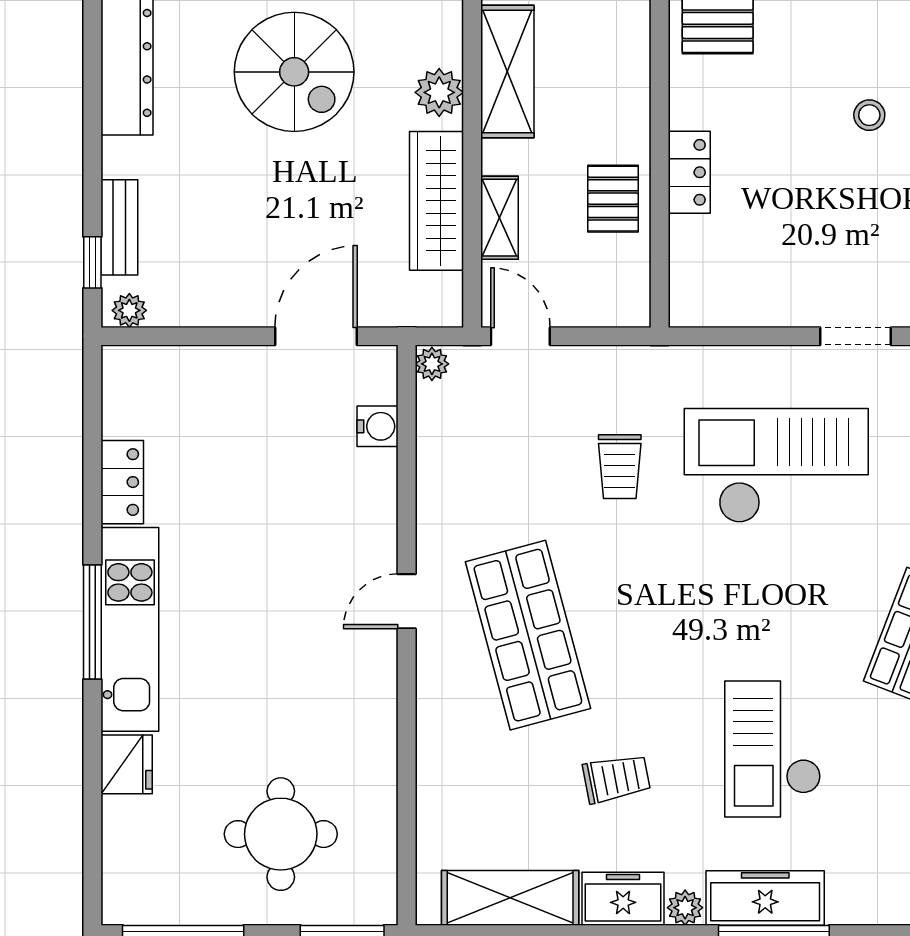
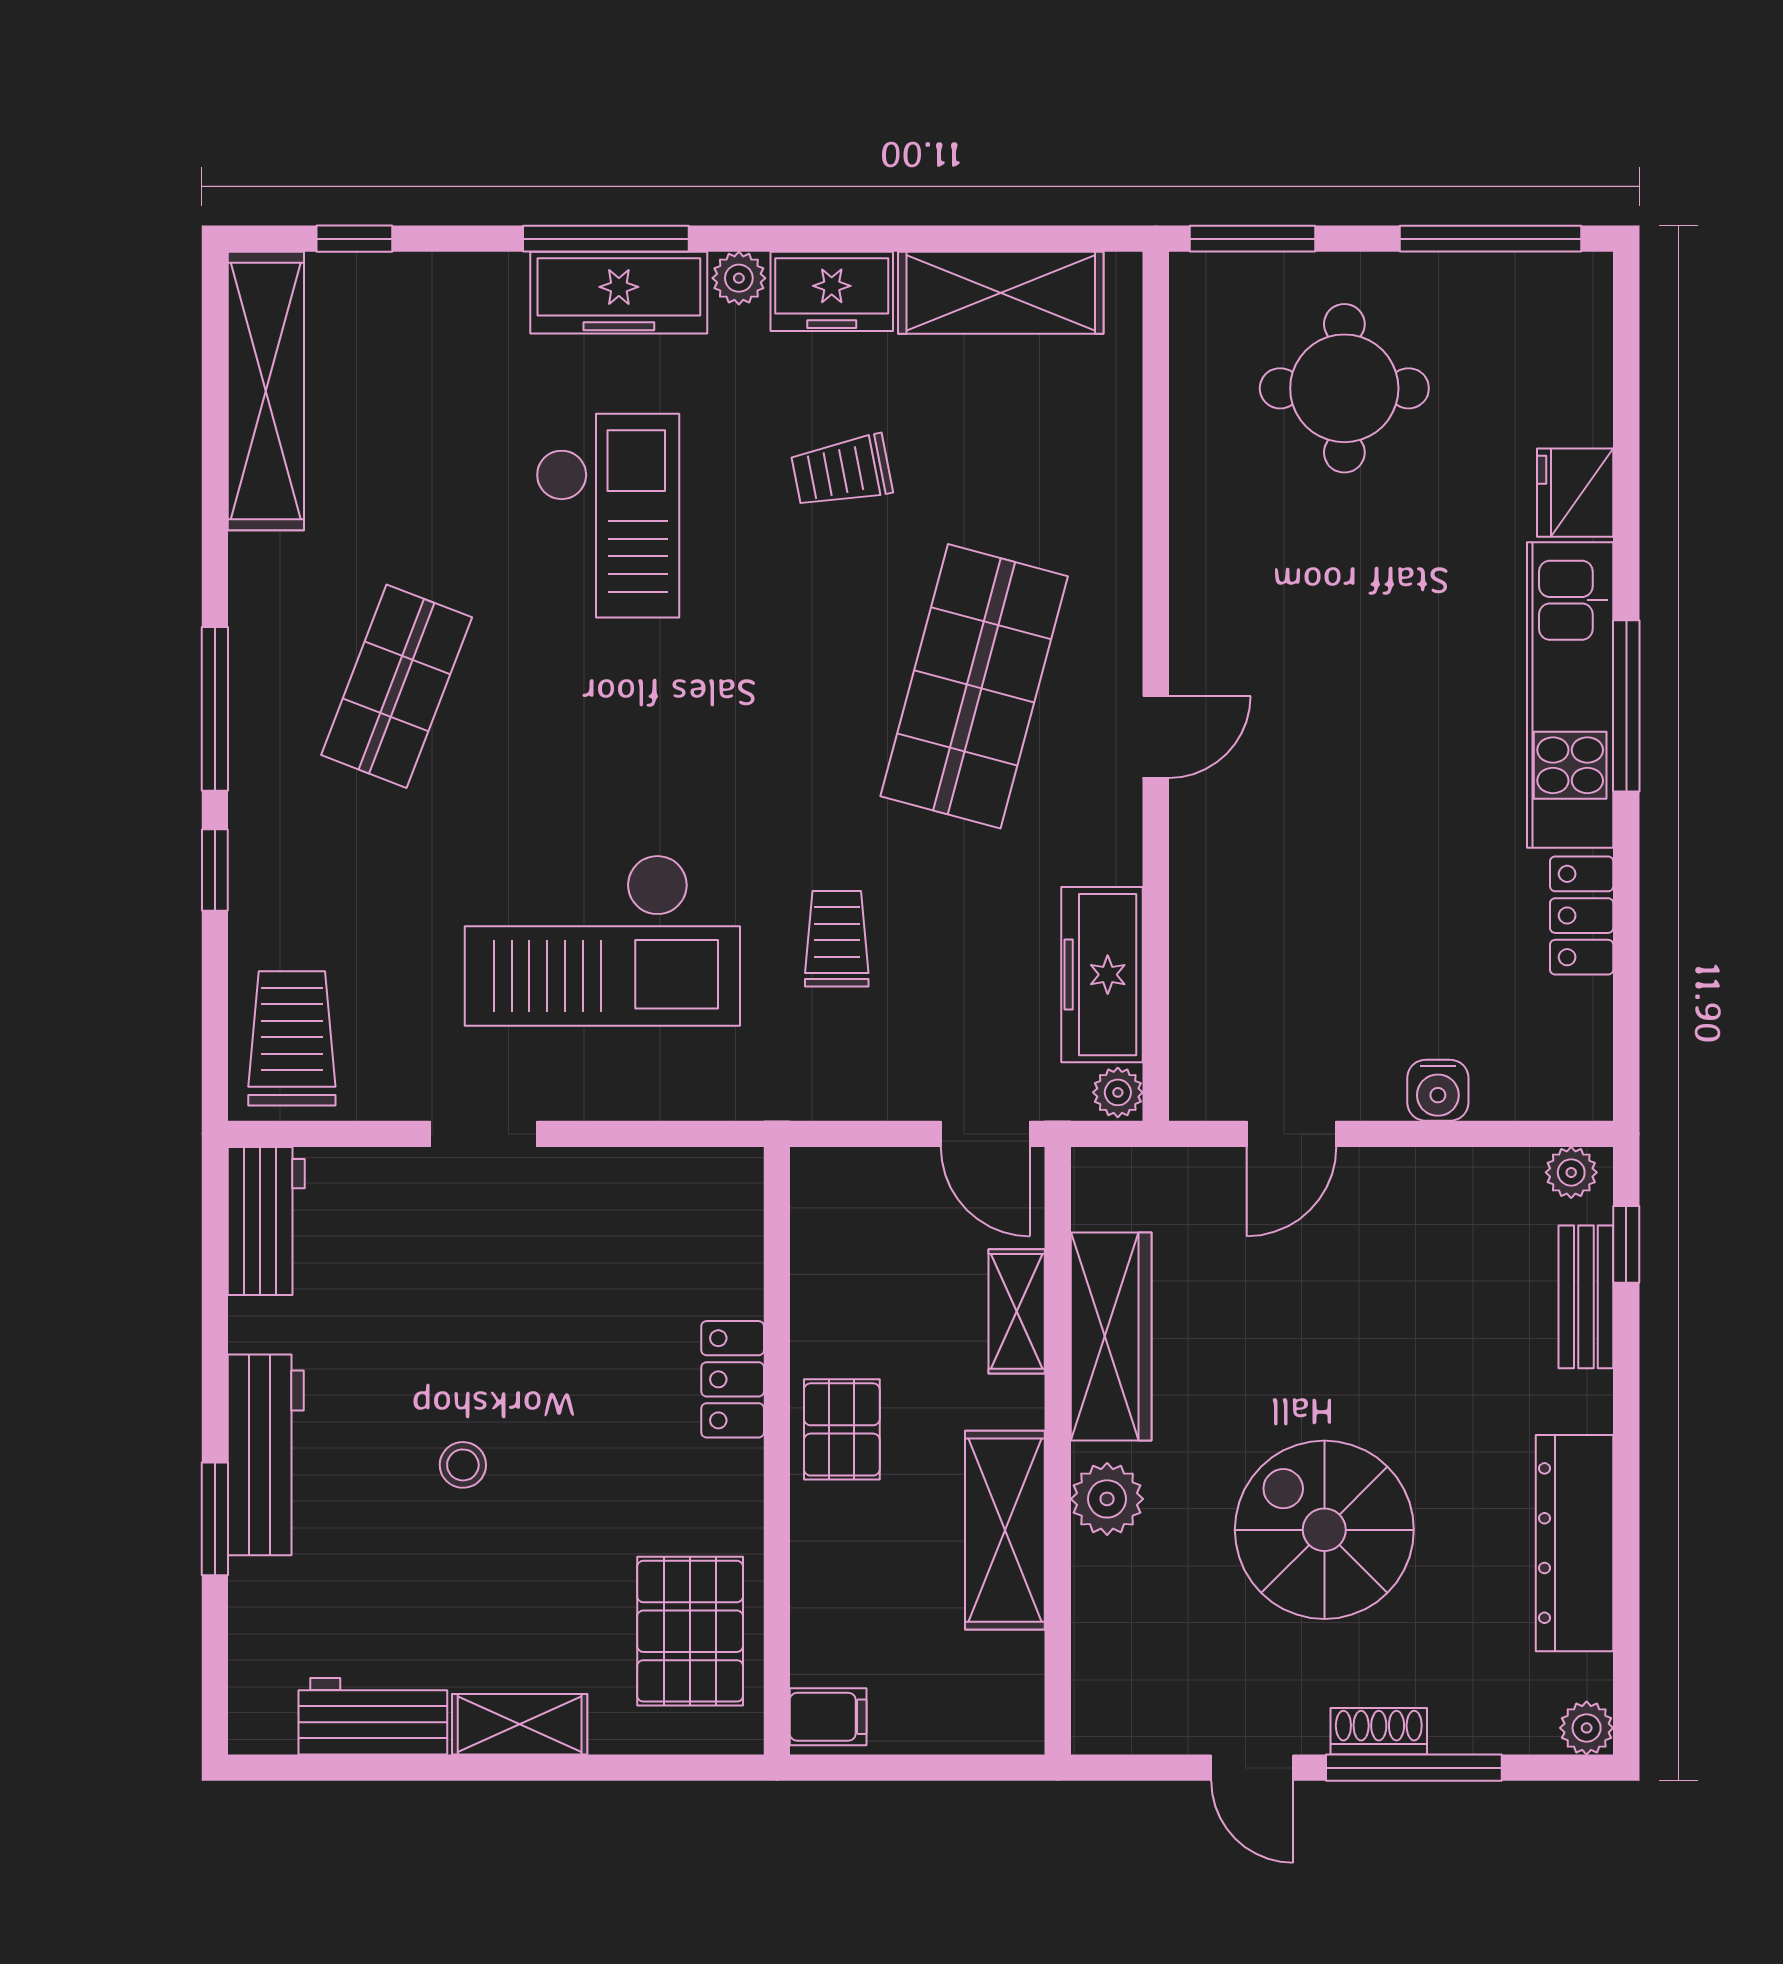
pallet: (613, 199) -> (842, 1429), moved
door: (316, 336) -> (1291, 1134), width x0.73
water cooler: (378, 426) -> (1438, 1090), moved, turned -90
freezer: (443, 443) -> (1102, 975), added
shop shelf: (528, 635) -> (974, 686), turned 30

